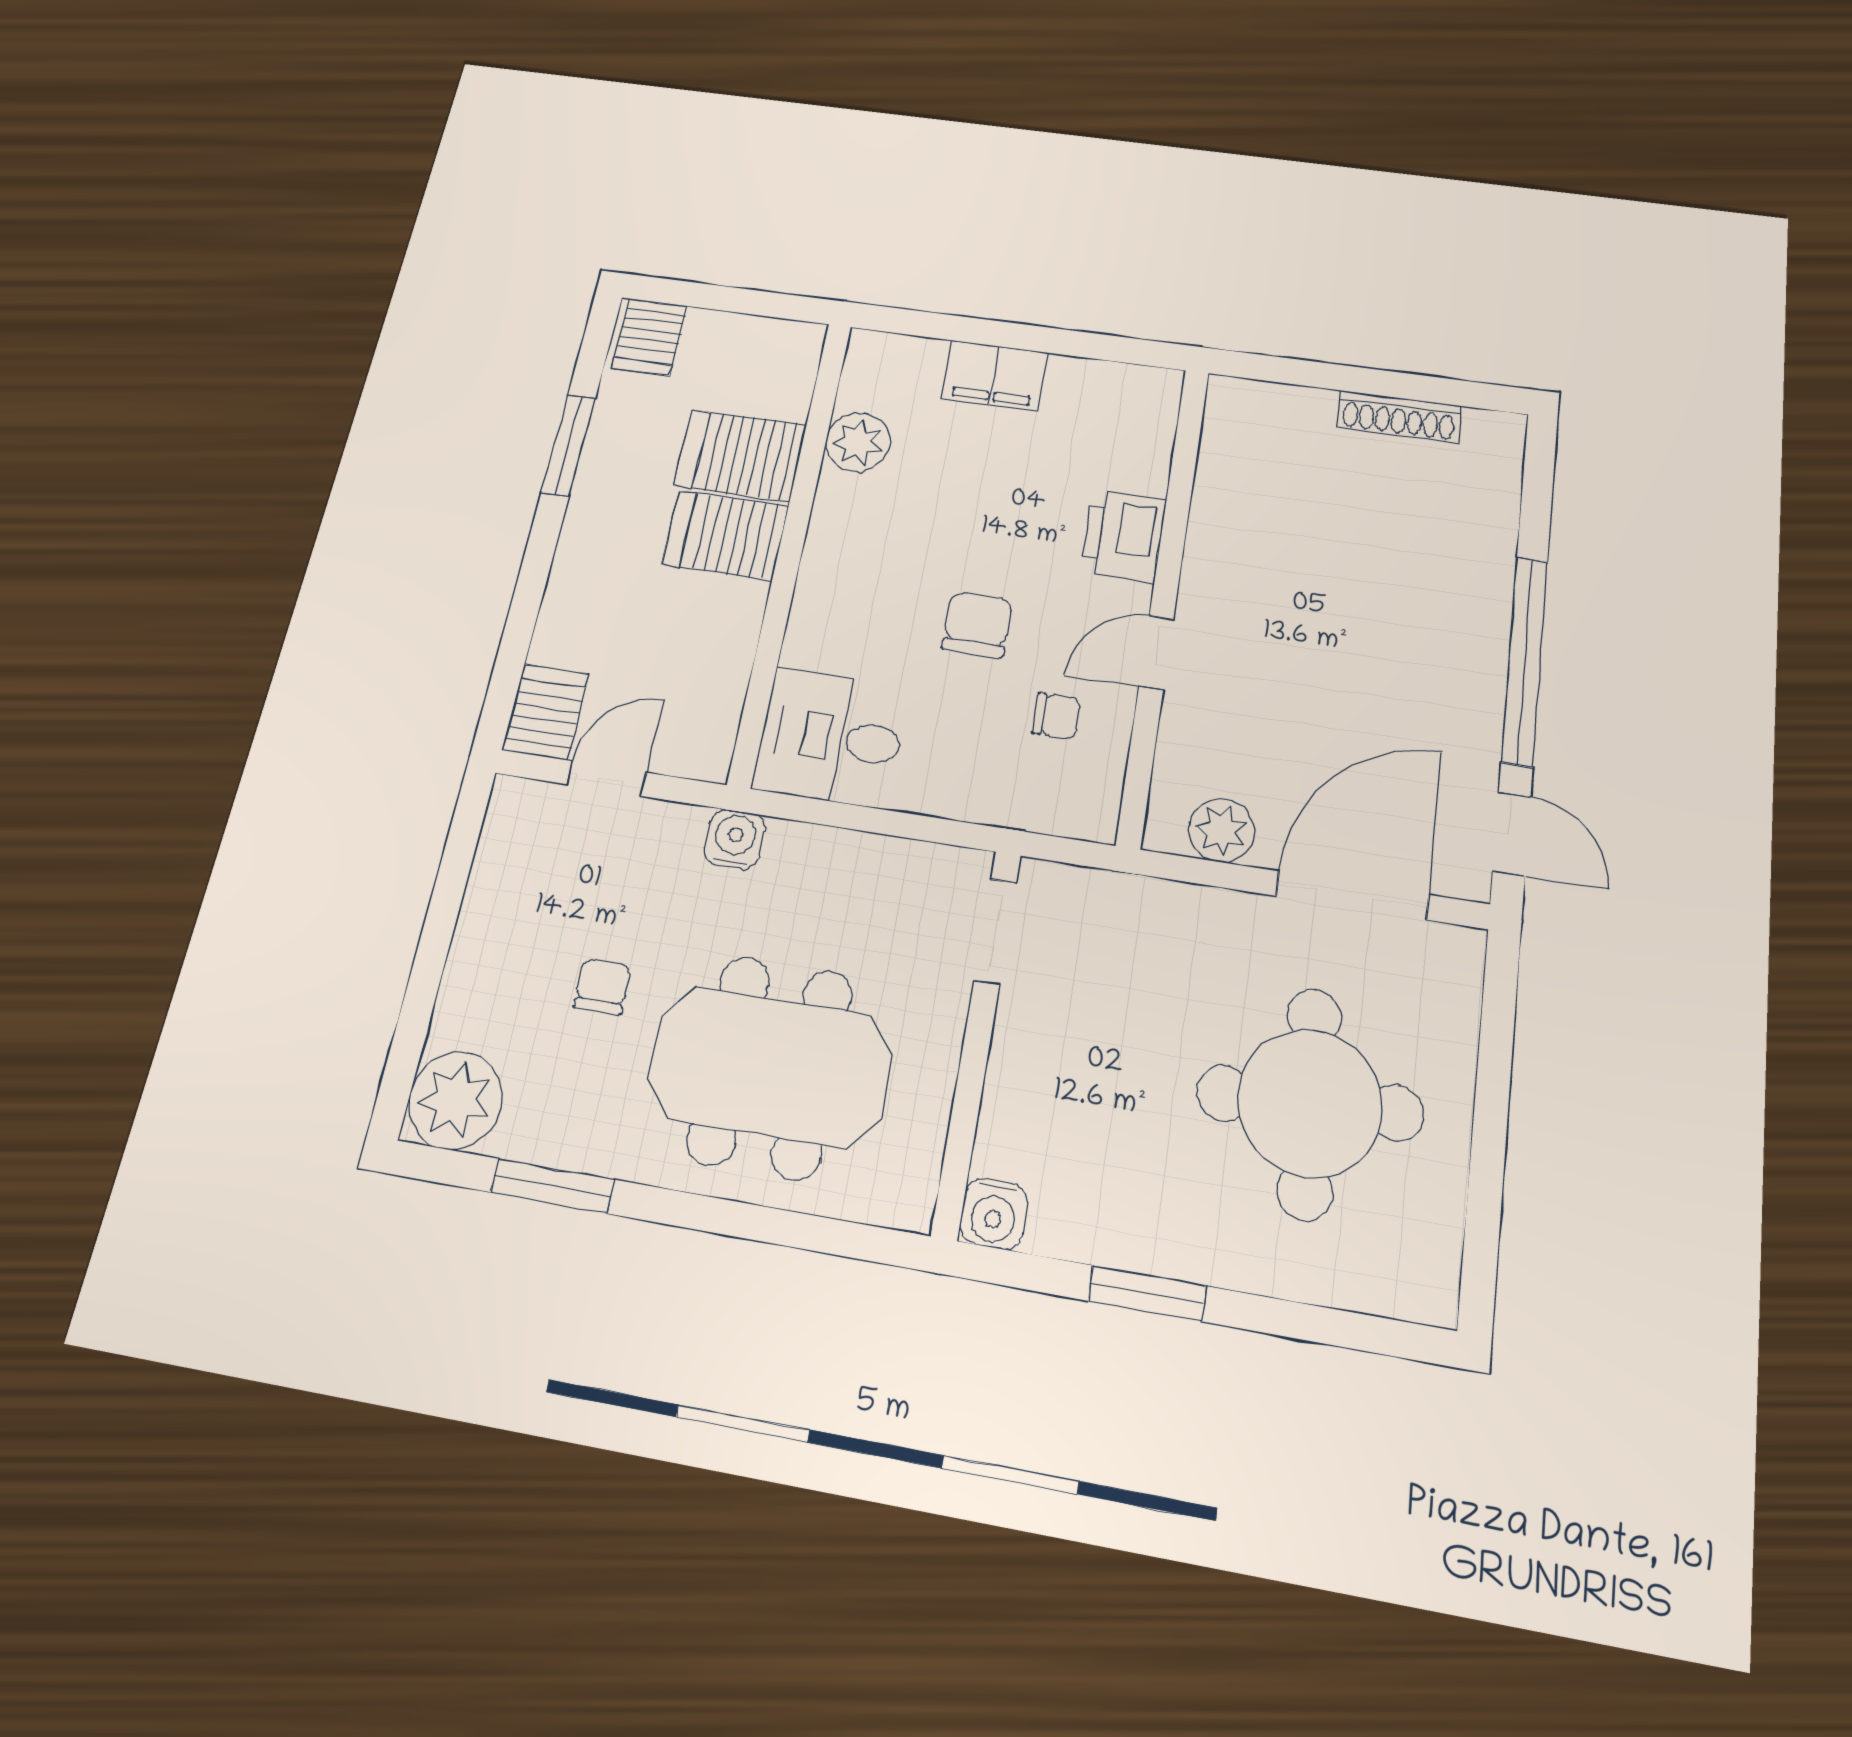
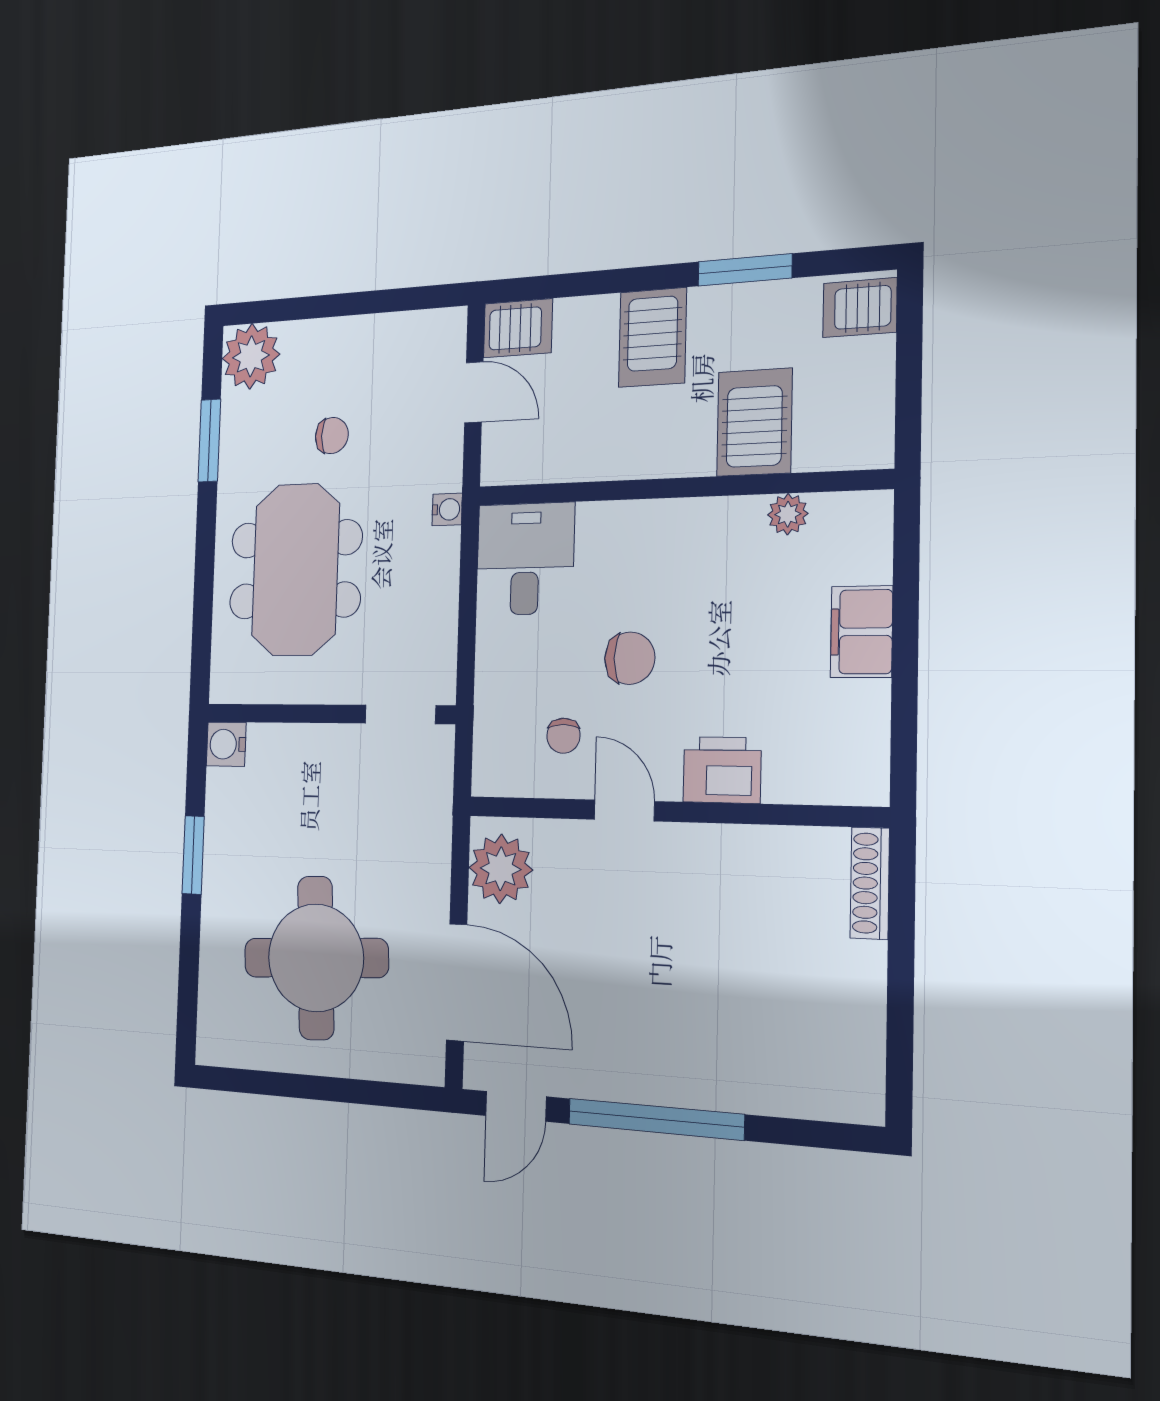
shoe rack: (1399, 416) -> (870, 883), moved
plant: (858, 442) -> (788, 514), width x0.73, depth x0.73
server rack: (725, 535) -> (652, 337), moved, turned 180
plant: (1222, 830) -> (501, 869), width x1.36, depth x1.36
water cooler: (735, 839) -> (447, 509), width x0.72, depth x0.72

